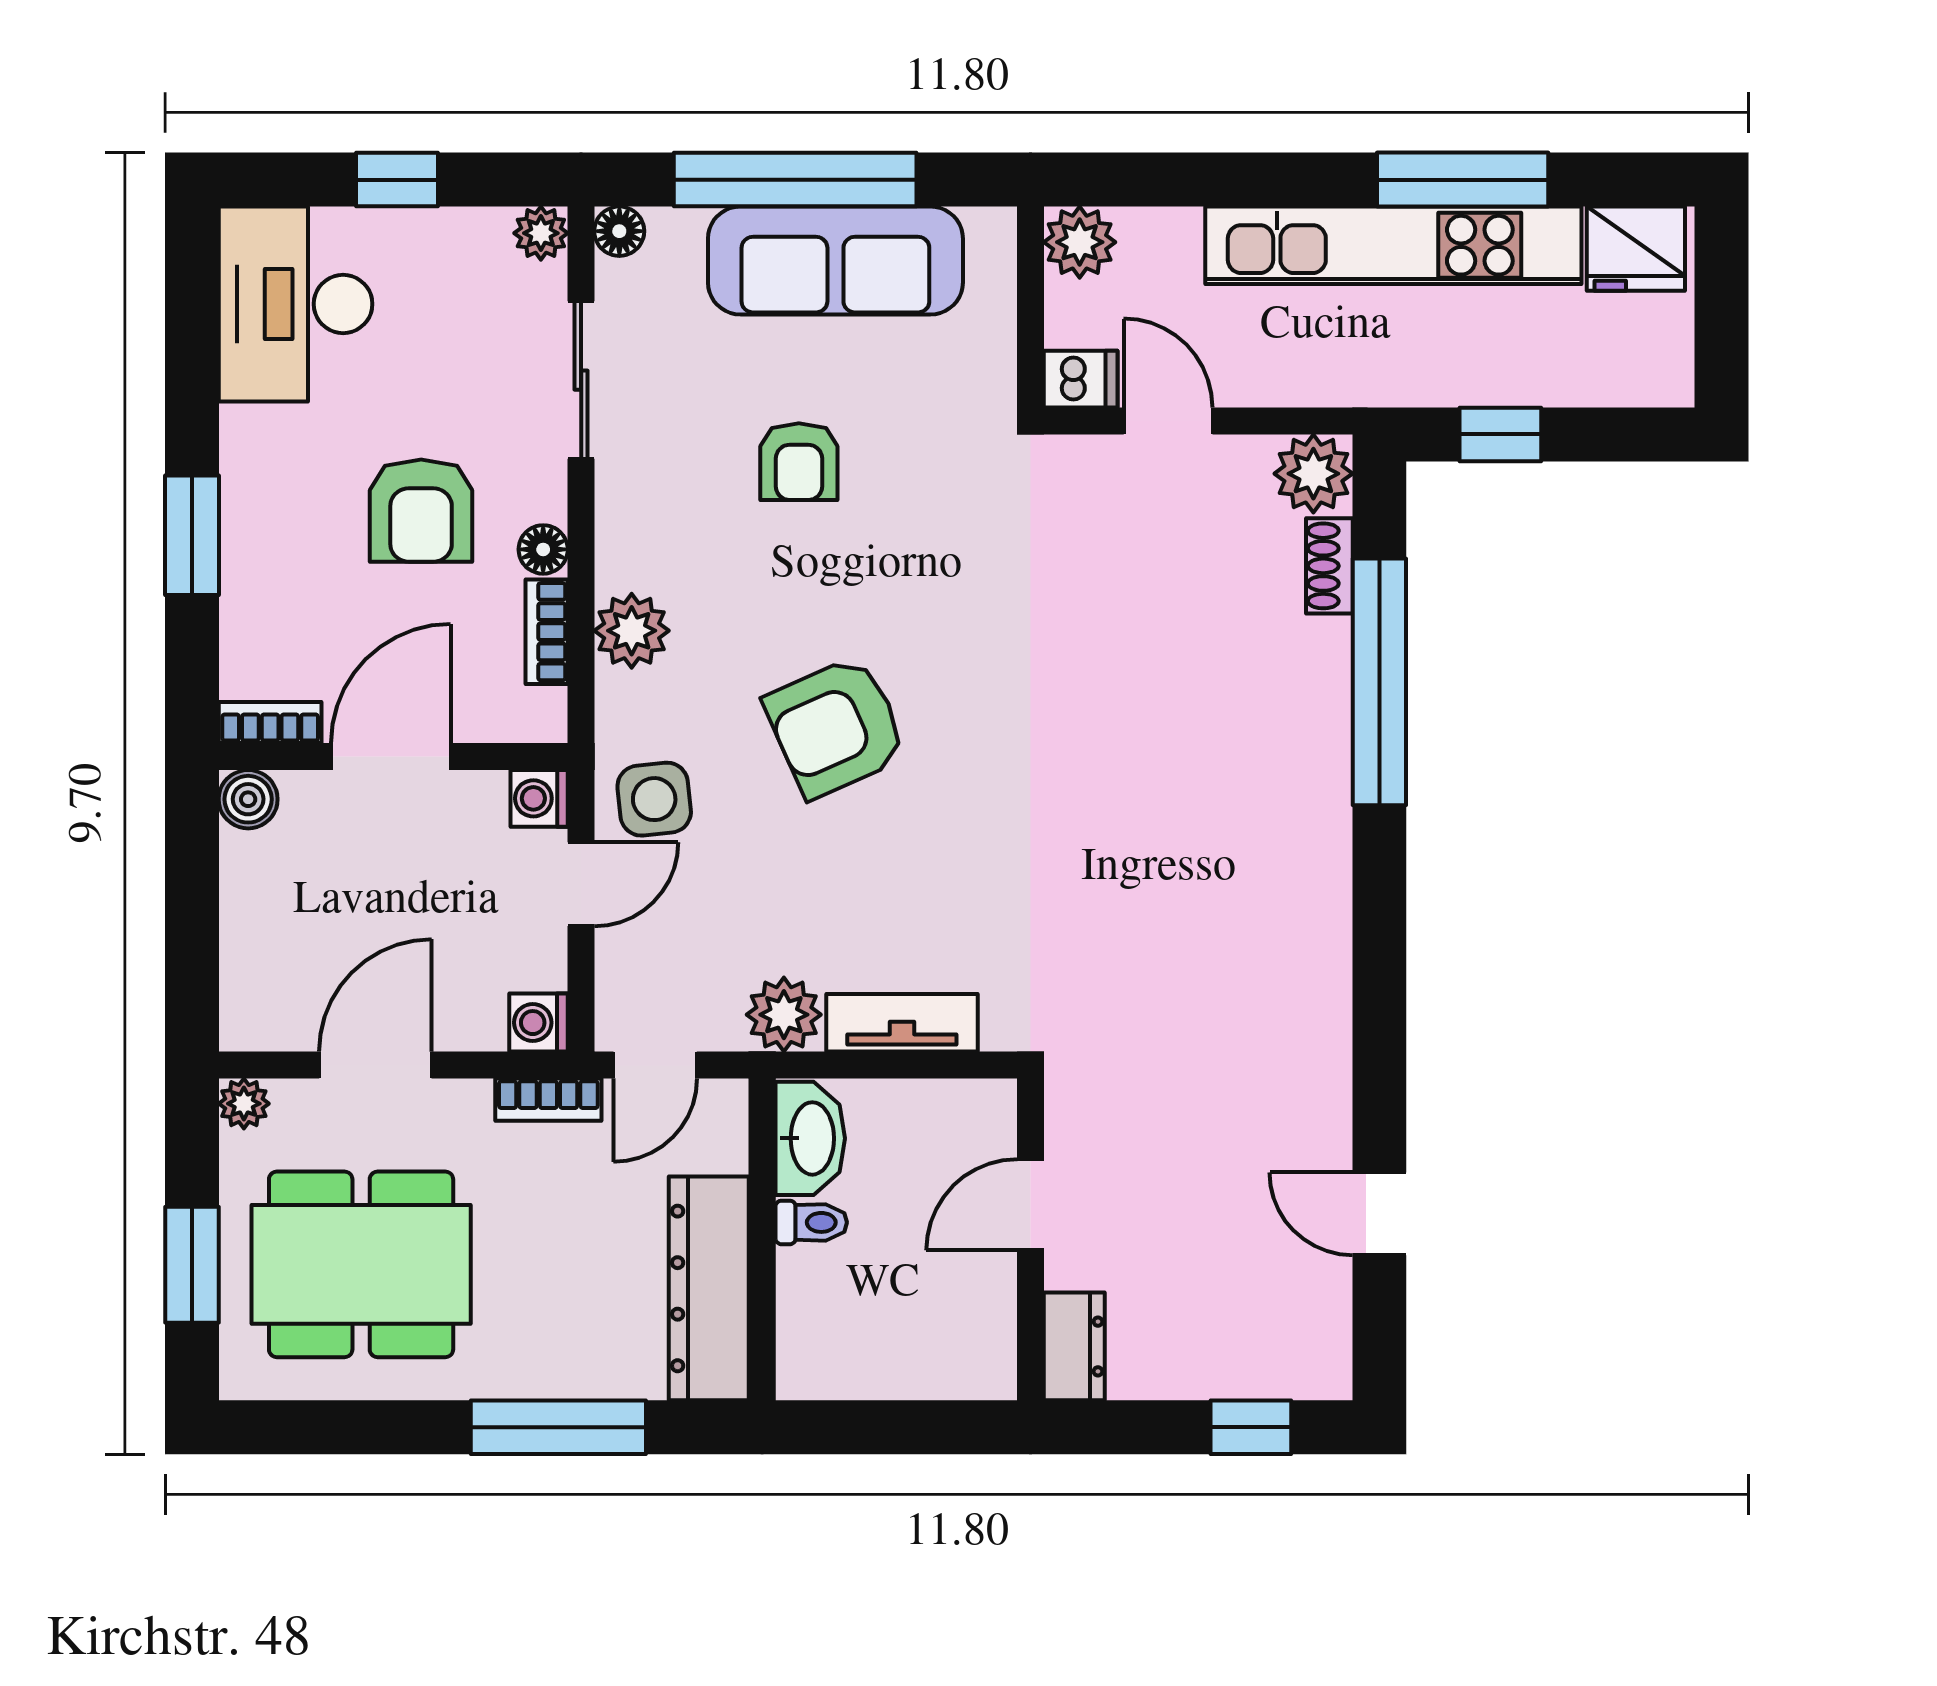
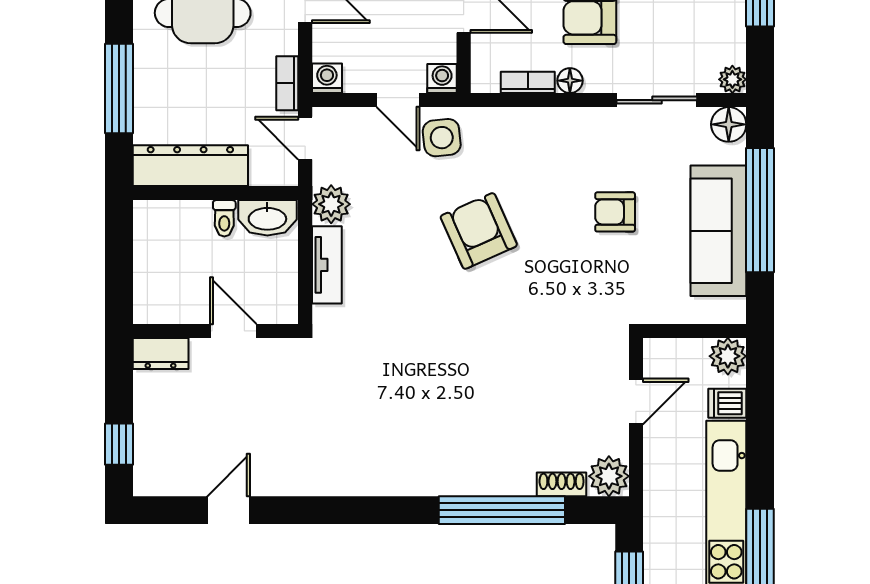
floor lamp: (619, 231) -> (729, 124), width x1.37, depth x1.37
dishwasher: (1081, 379) -> (727, 403), moved, turned 90
plant: (632, 631) -> (528, 126), removed

